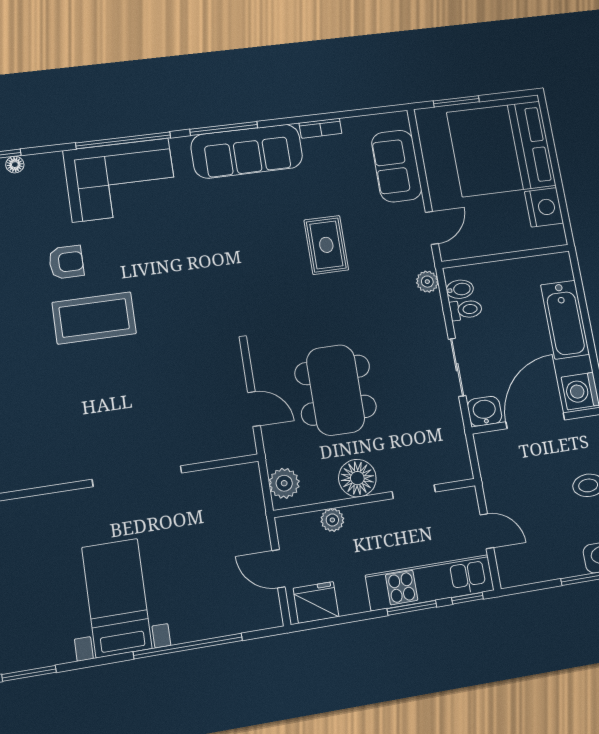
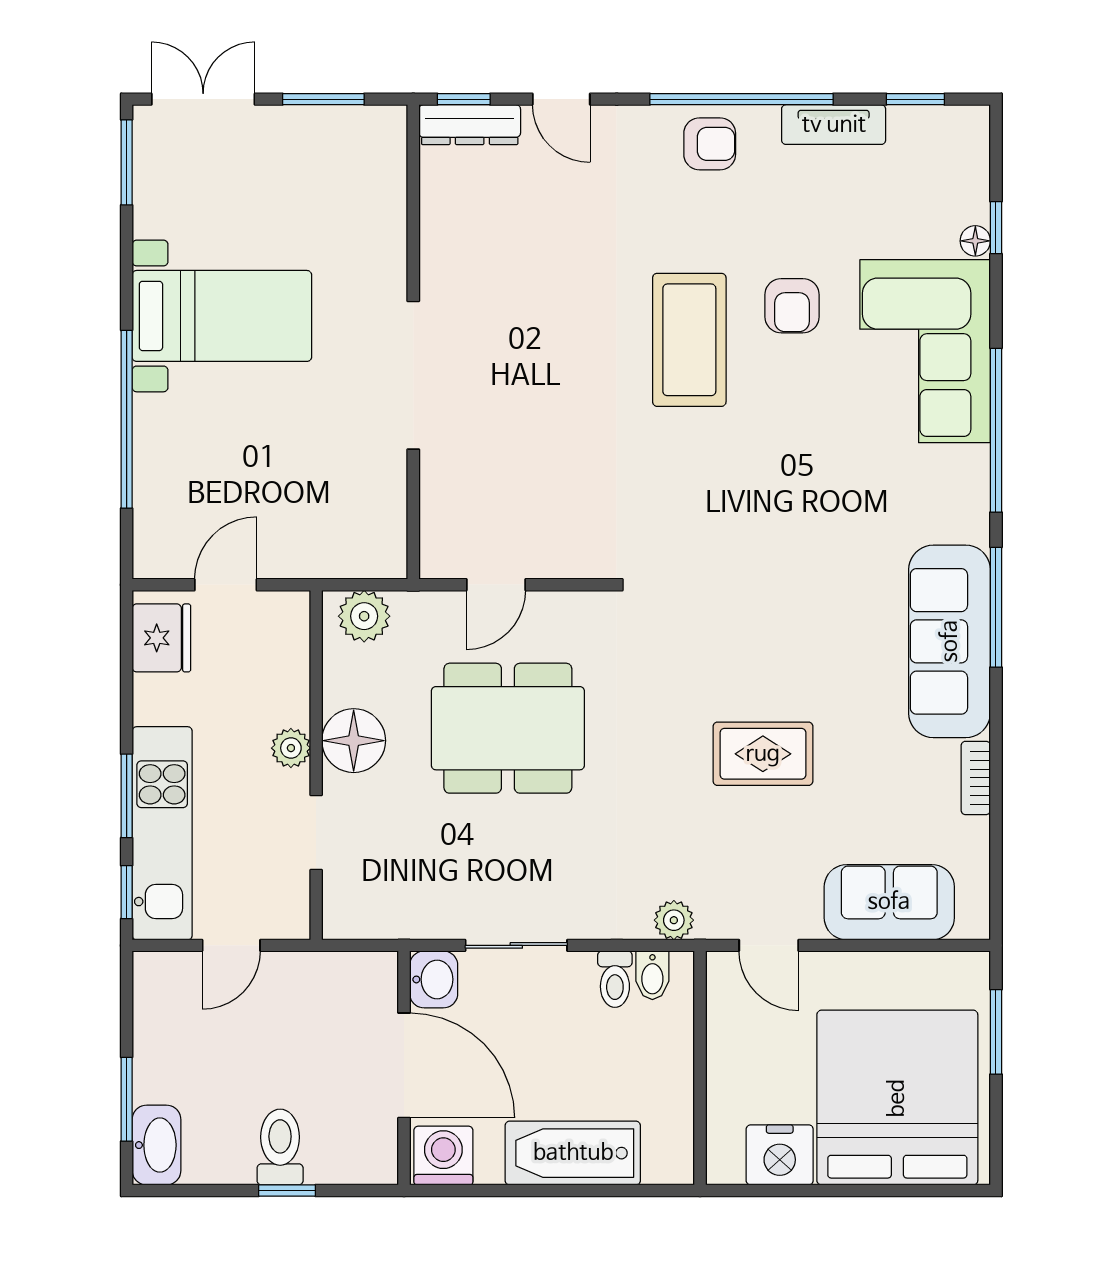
corner sofa: (121, 180) -> (925, 351), moved
plant: (332, 520) -> (291, 748), moved

